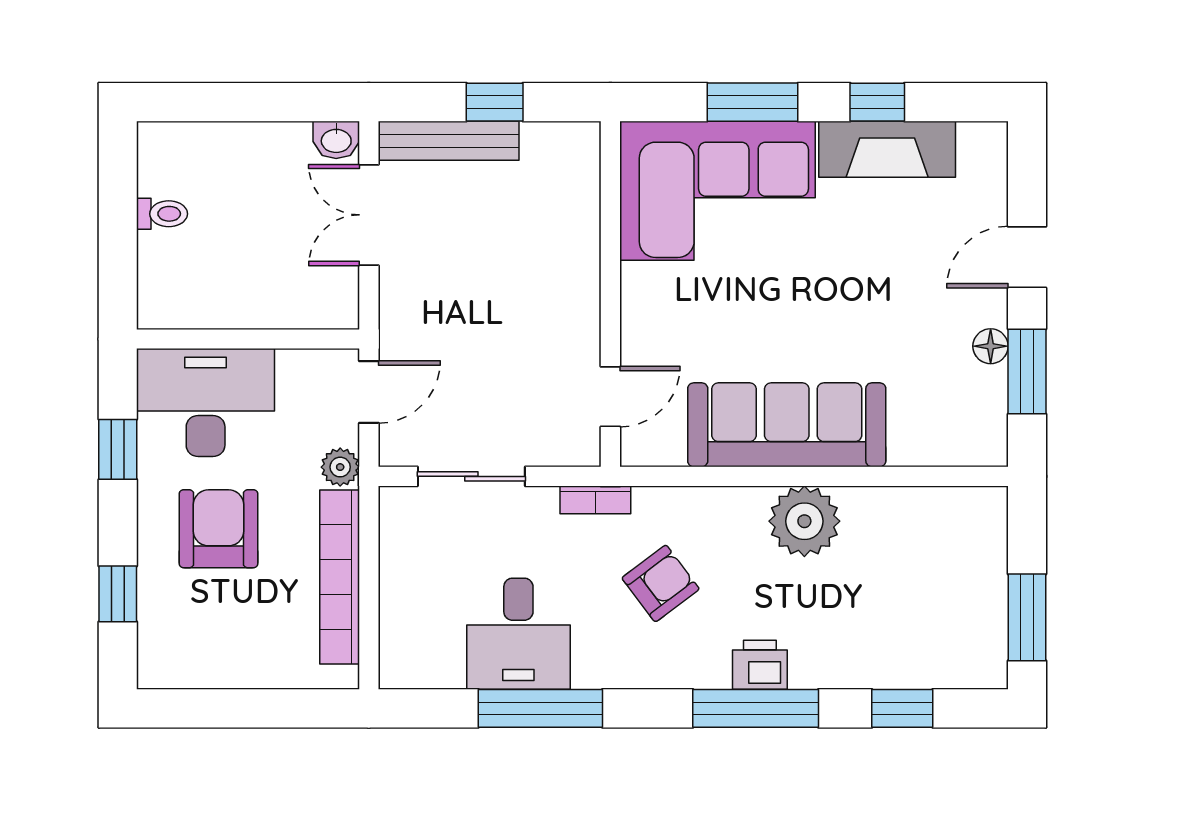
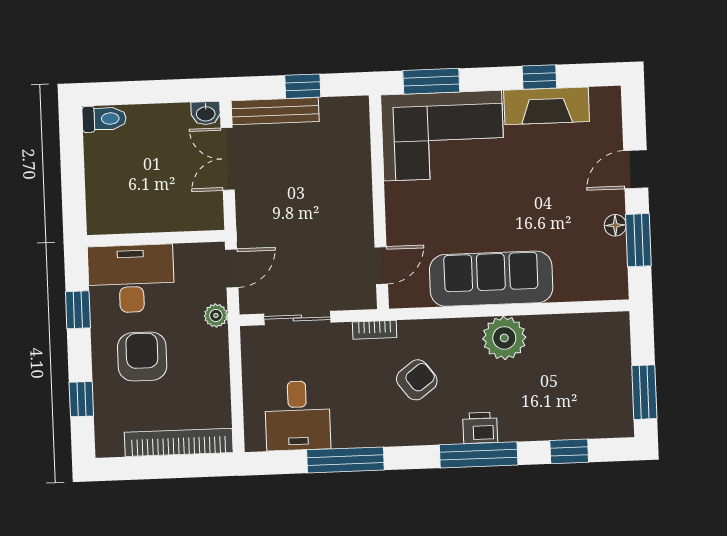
window: (752, 102) -> (431, 81), moved
toilet: (162, 214) -> (104, 119), moved, width x1.37, depth x1.39
bookcase: (340, 577) -> (179, 442), moved, turned 90
desk: (518, 634) -> (298, 416), moved

